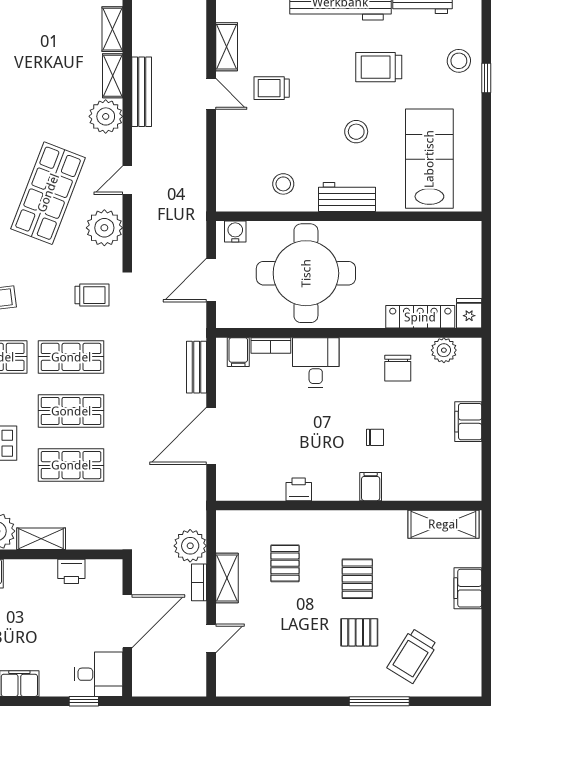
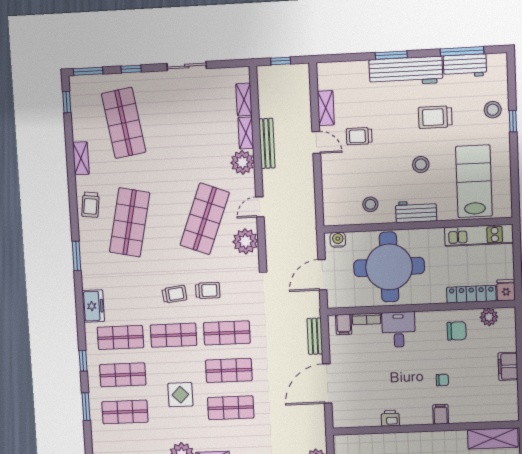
kitchen unit: (434, 234) -> (479, 235), added
trolley: (92, 295) -> (208, 290), moved
chair: (398, 368) -> (457, 331), turned -90

